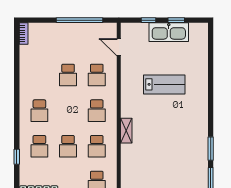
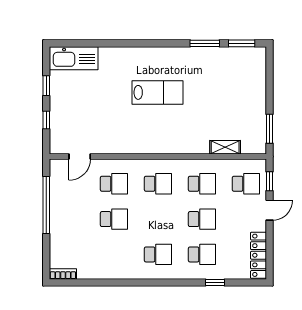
kitchen sink: (169, 32) -> (74, 58), moved, turned 90
lab bench: (164, 84) -> (157, 92), moved, turned 90
shelving: (126, 131) -> (225, 147), moved

